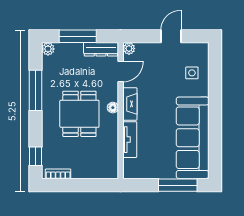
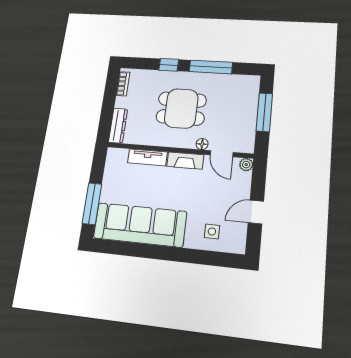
door: (171, 36) -> (256, 212), swing flipped
plant: (48, 49) -> (253, 82), removed
dresser: (101, 49) -> (118, 126), moved, turned 180
floor lamp: (113, 108) -> (202, 144), moved
window: (35, 156) -> (169, 65), moved

